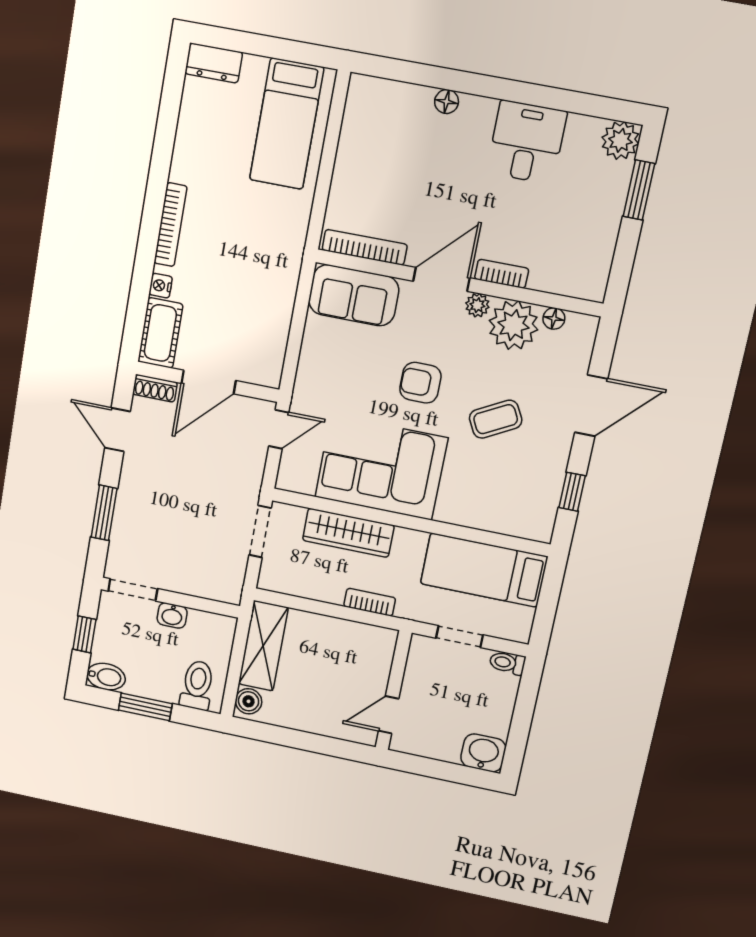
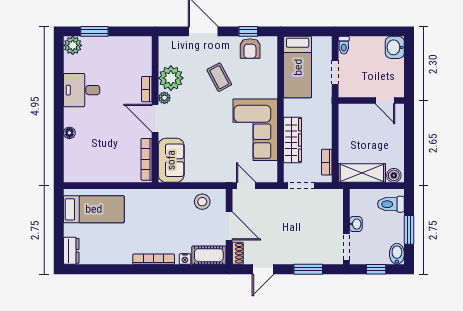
floor lamp: (554, 319) -> (164, 59), removed
stool: (263, 340) -> (202, 202), added
armchair: (420, 383) -> (250, 48), moved
bookcase: (370, 602) -> (327, 162), moved

